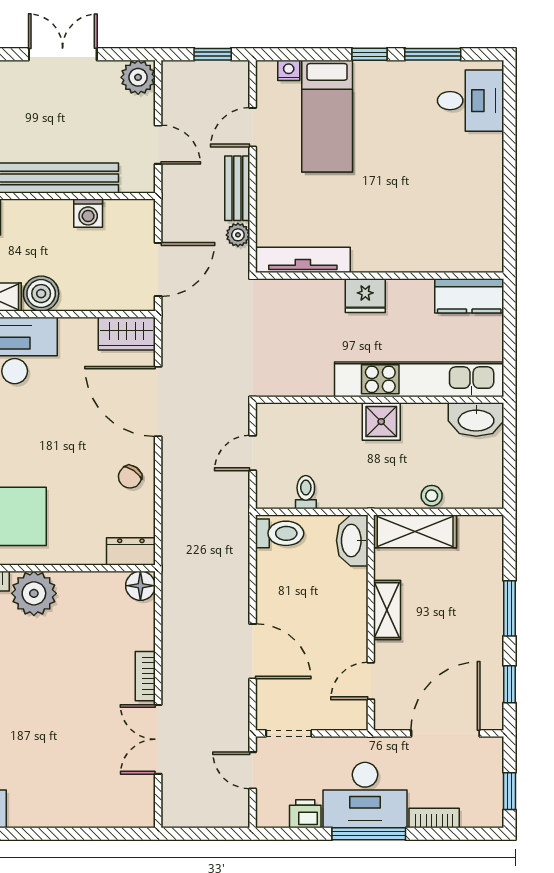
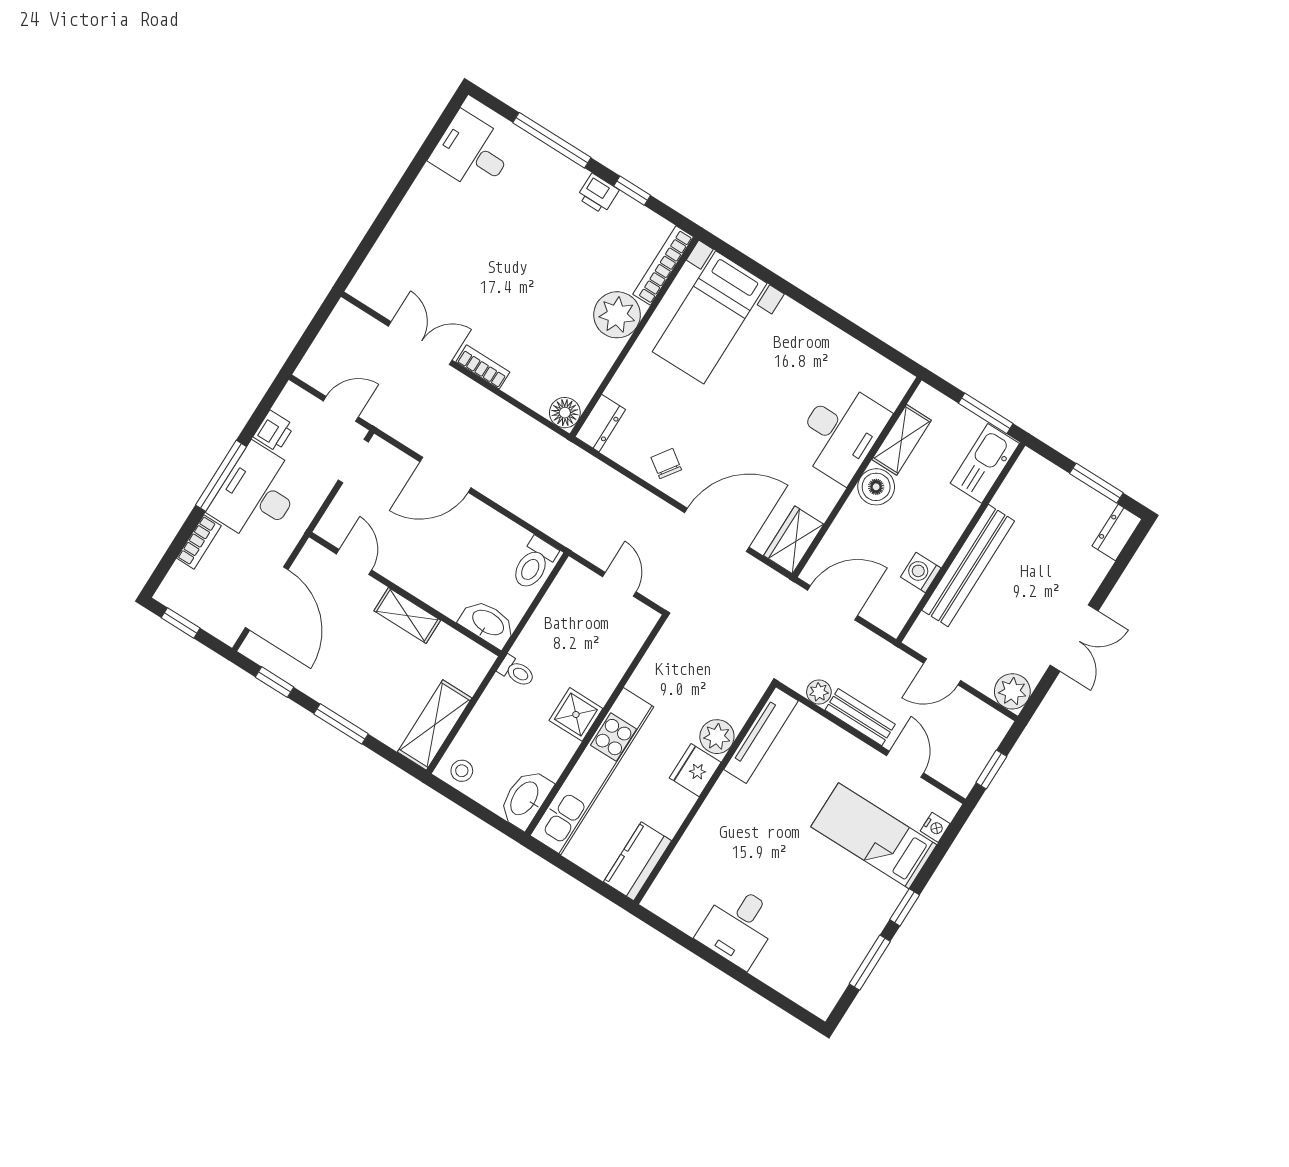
desk: (471, 101) -> (738, 926), moved
door: (158, 269) -> (833, 603), swing flipped
plant: (327, 295) -> (717, 737), added
toilet: (306, 492) -> (516, 671), moved
stool: (432, 496) -> (462, 771), moved
shelving: (415, 531) -> (435, 725), moved

